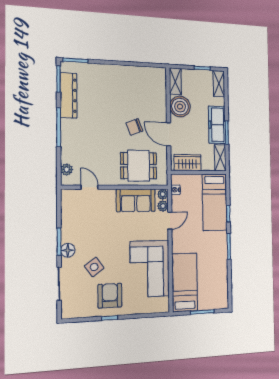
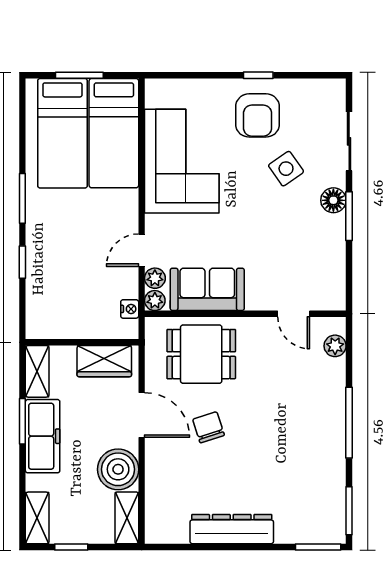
dresser: (68, 95) -> (232, 529), moved, turned 90
chair: (134, 127) -> (208, 427), turned -87
bed: (215, 202) -> (62, 133), moved, turned 180

